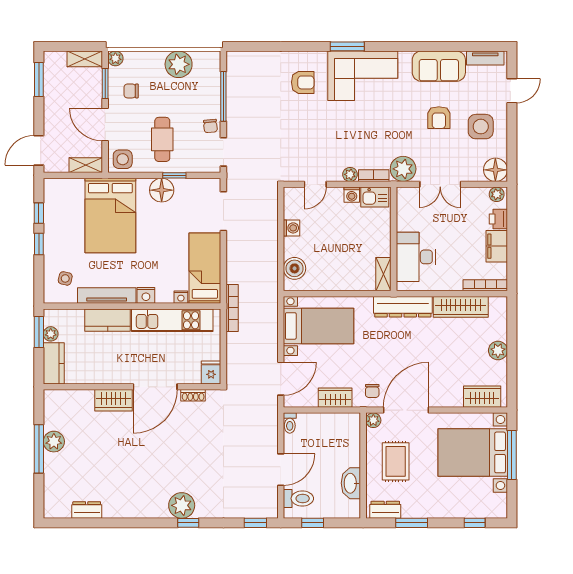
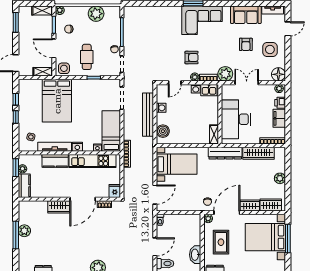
armchair: (303, 82) -> (192, 58), moved
double door: (440, 184) -> (247, 83), swing flipped
floor lamp: (162, 190) -> (86, 86), removed
bench: (269, 240) -> (148, 115), added
desk: (416, 257) -> (236, 119), width x1.36, depth x1.30
wardrobe: (335, 398) -> (250, 205), moved

